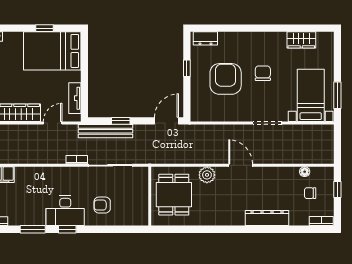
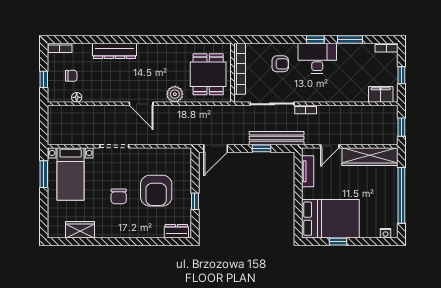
bookcase: (142, 200) -> (240, 69), added

